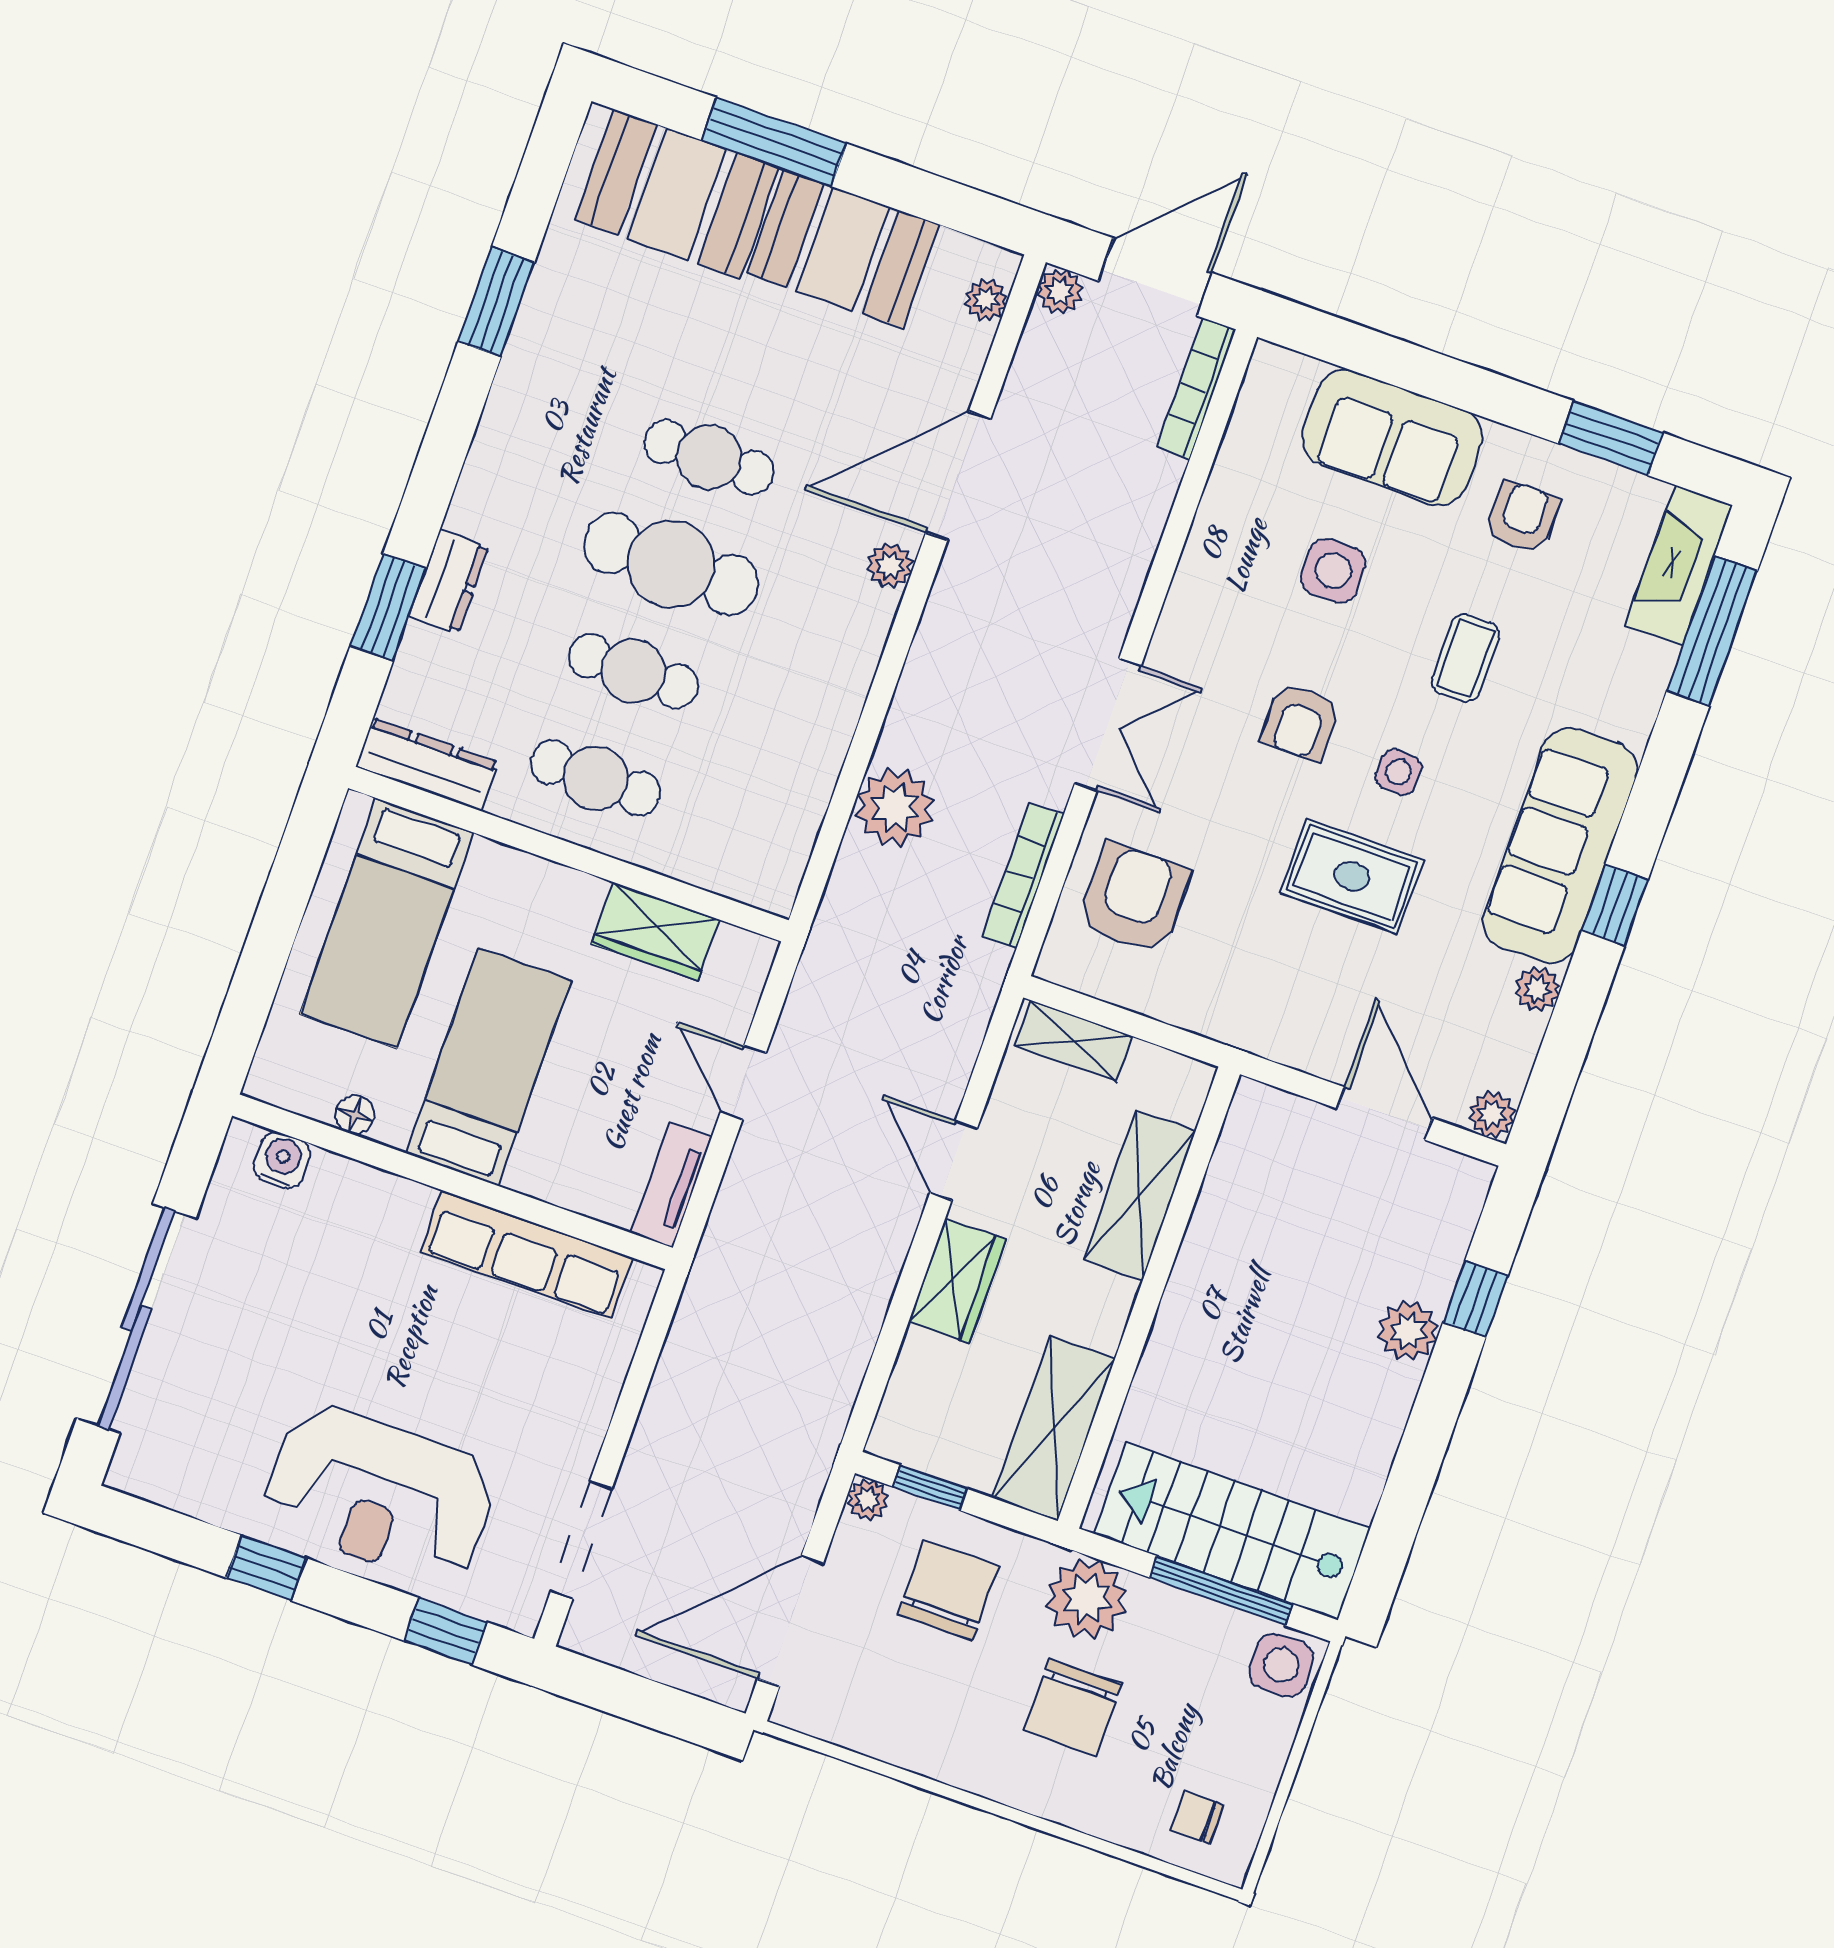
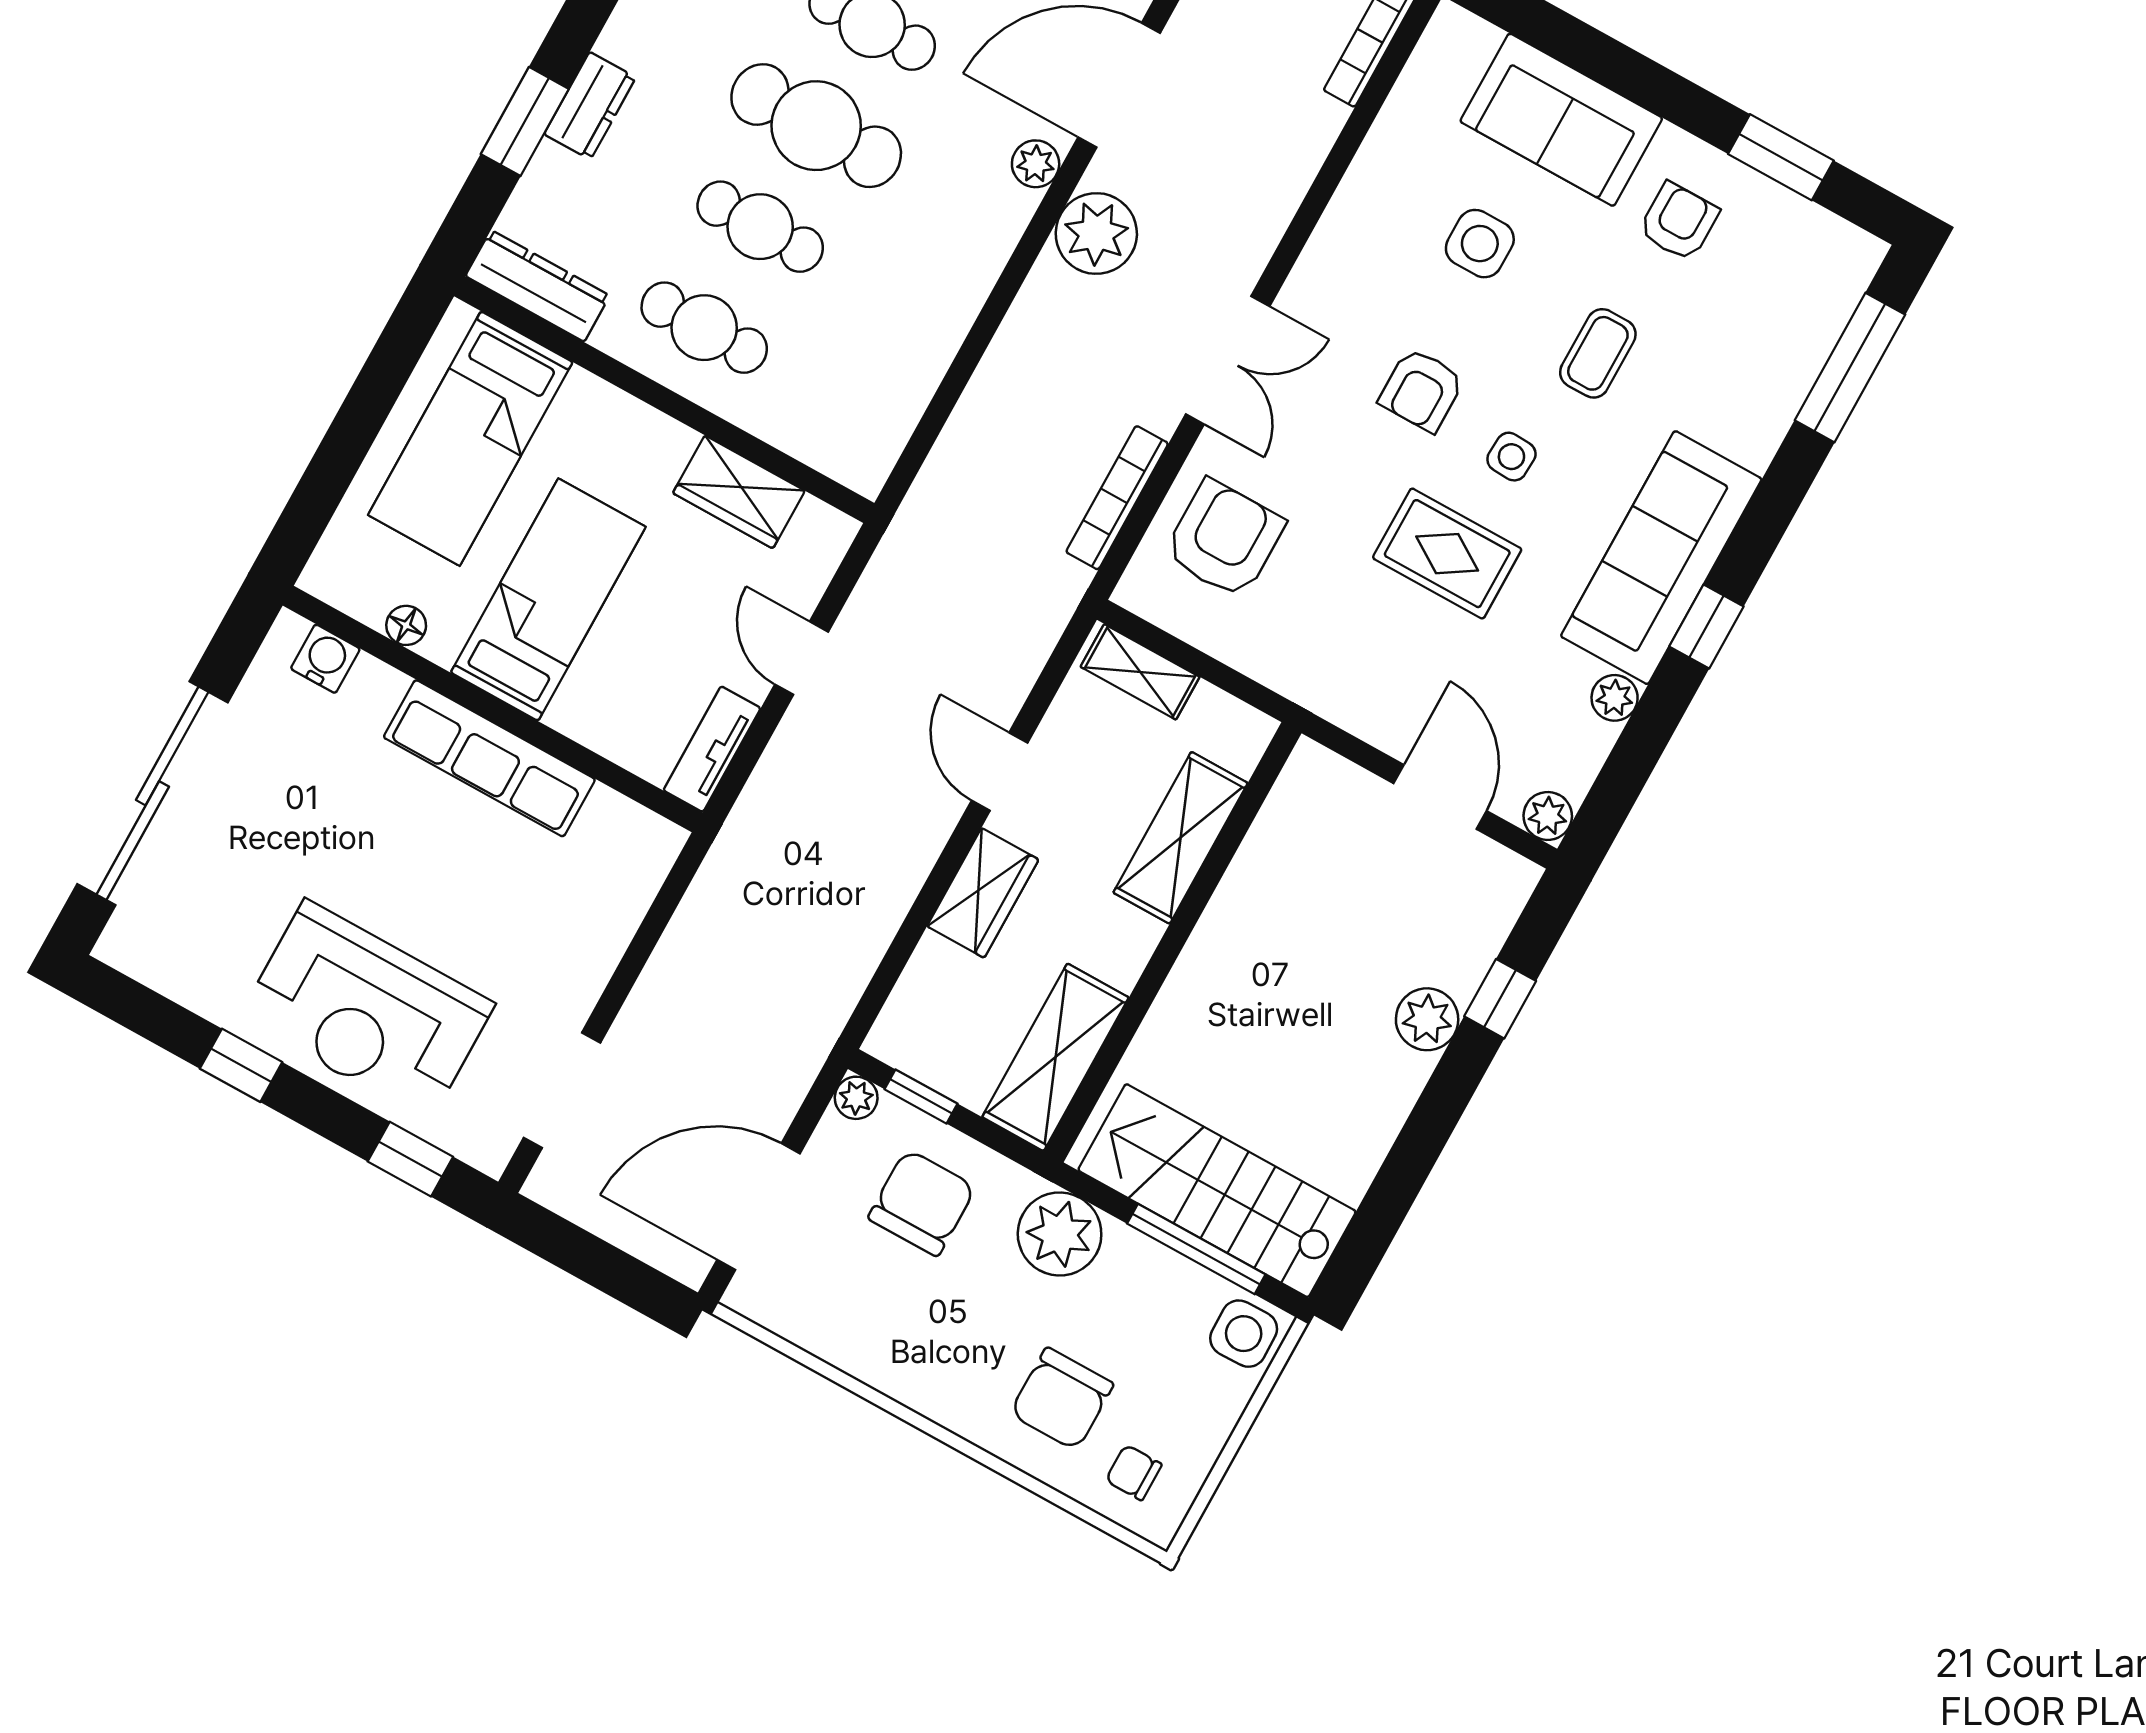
fireplace: (1679, 565) -> (1828, 296), removed
plant: (895, 808) -> (1096, 234), moved
row of seats: (527, 1255) -> (489, 758), moved
chair: (1072, 1707) -> (1062, 1399), moved

